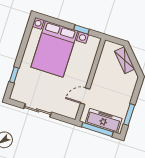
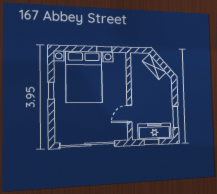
window: (14, 75) -> (51, 91), moved
sliding door: (38, 110) -> (88, 145), width x1.86
window: (97, 129) -> (152, 142), width x0.46

